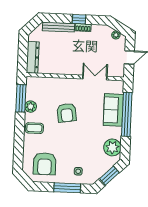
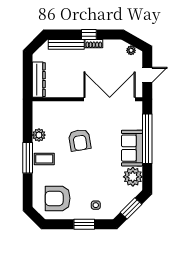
double door: (95, 78) -> (110, 99), width x1.87
window: (21, 98) -> (28, 158), moved
sofa: (113, 110) -> (132, 148), moved
armchair: (45, 164) -> (58, 198), turned 90
window: (67, 188) -> (84, 224), width x0.69

